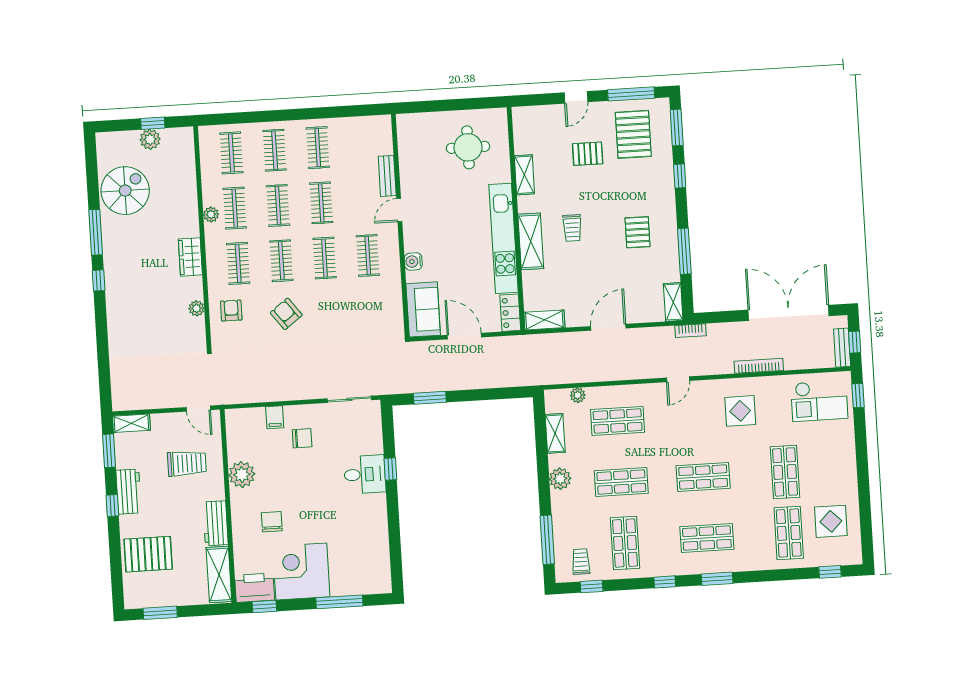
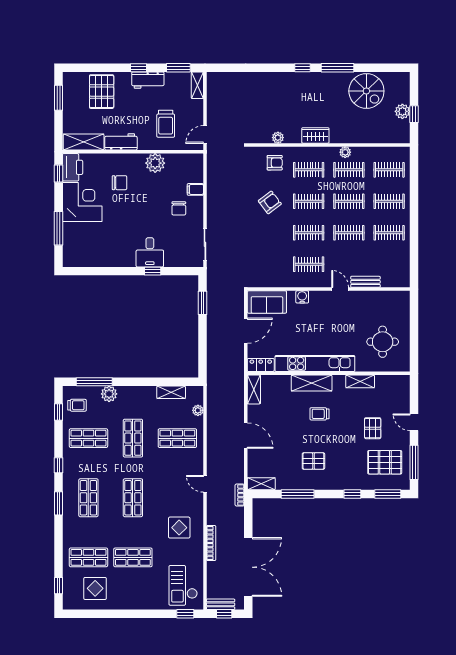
shop shelf: (618, 421) -> (177, 438), turned 90
plant: (560, 479) -> (109, 394), moved

